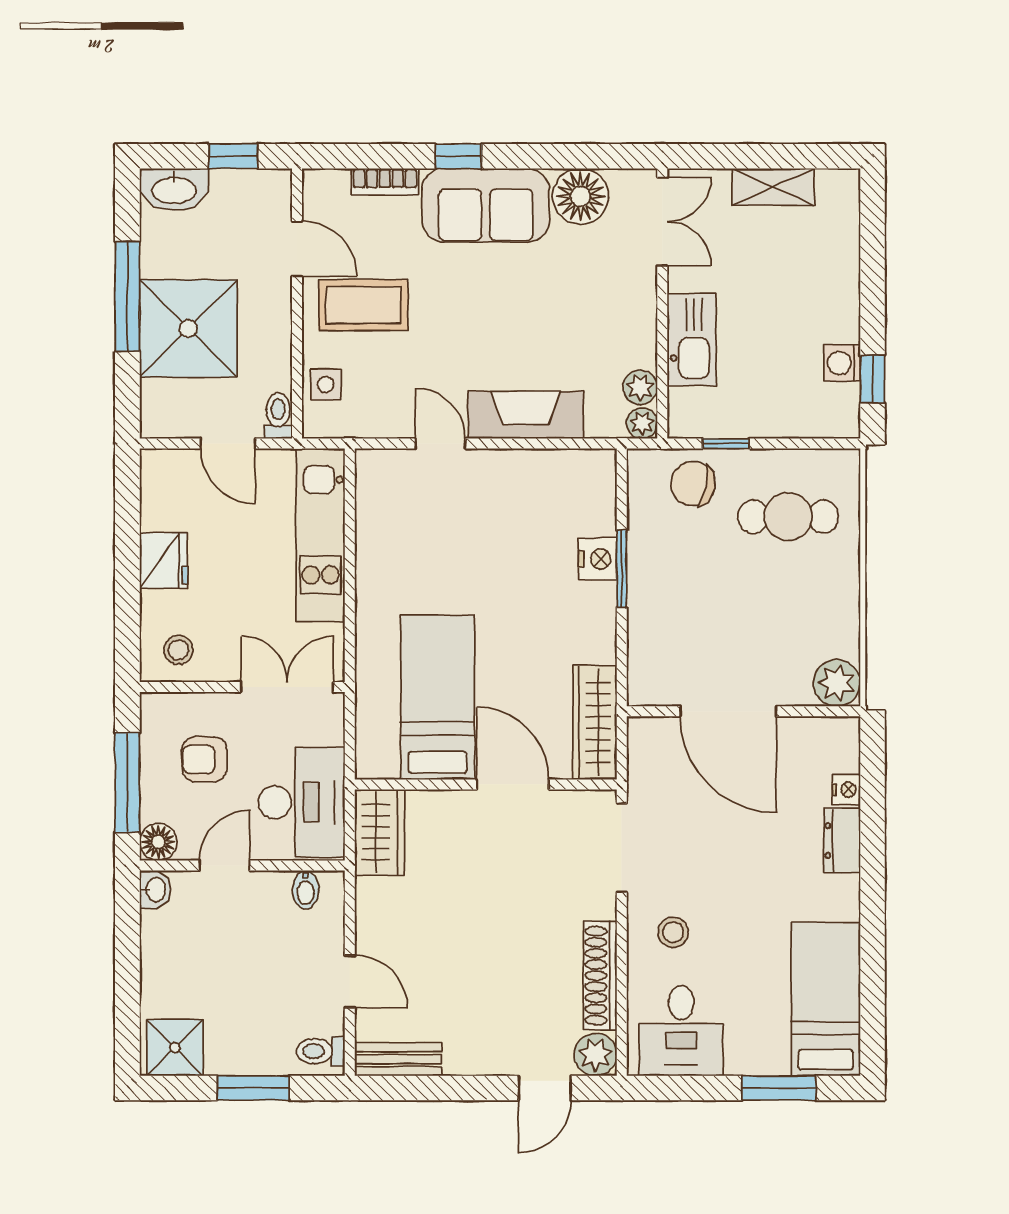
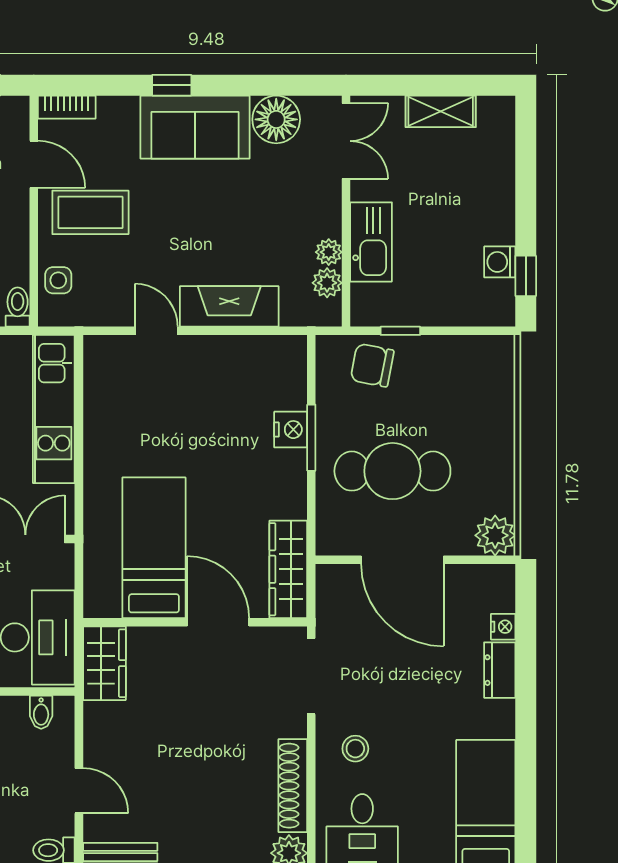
bookcase: (385, 182) -> (67, 107), moved
plant: (642, 423) -> (329, 252), moved
cafe table: (788, 517) -> (392, 471), moved, width x1.37, depth x1.35

